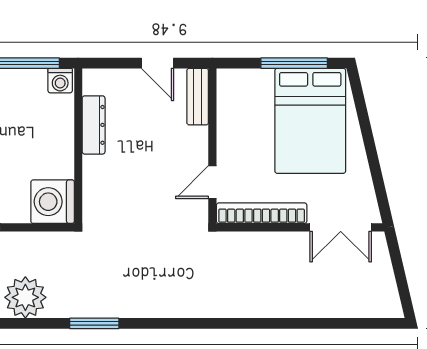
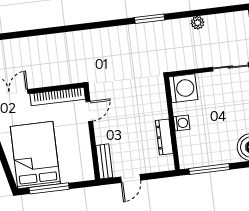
door: (158, 63) -> (131, 179), swing flipped
washing machine: (60, 81) -> (182, 123), moved, turned 90
plant: (25, 297) -> (198, 23), width x0.53, depth x0.53

